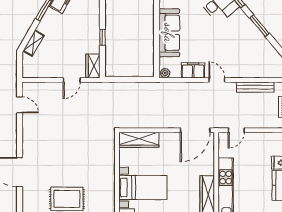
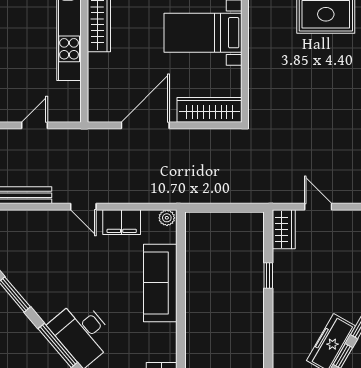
door: (72, 80) -> (318, 207), hinge flipped
door: (195, 130) -> (145, 125), moved
door: (236, 130) -> (34, 125), moved

